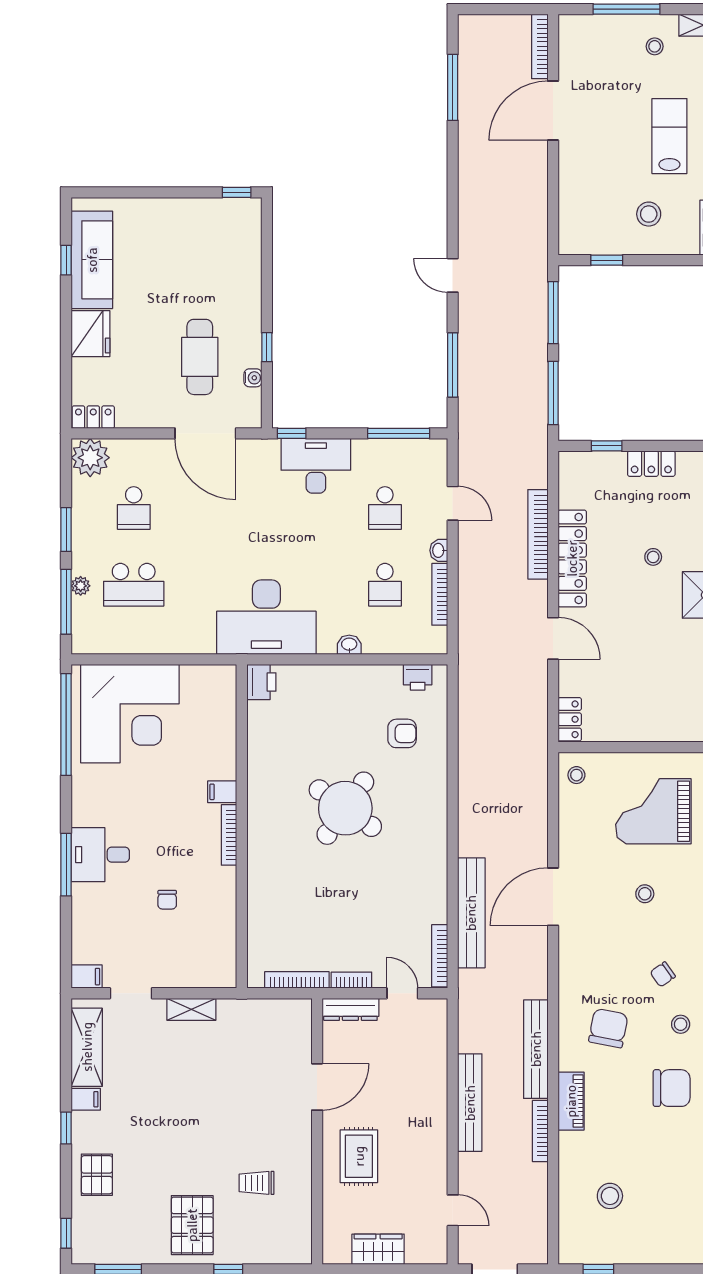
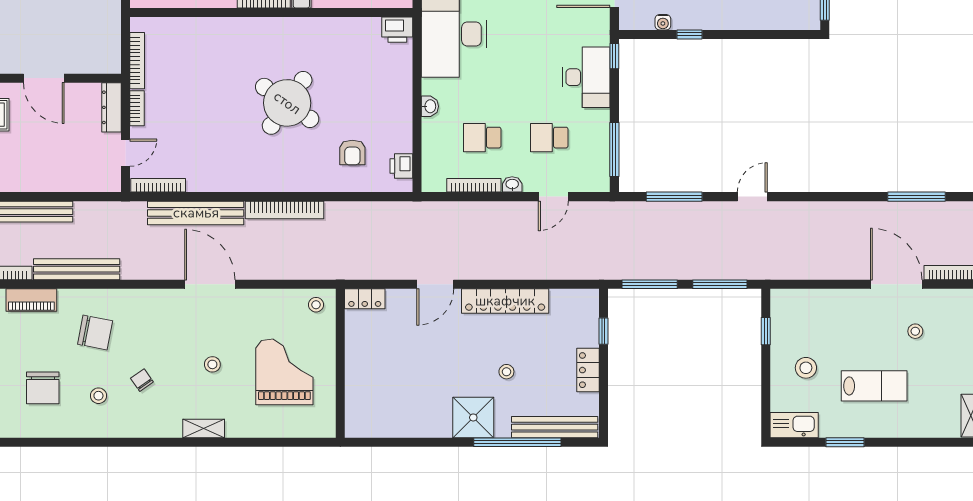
stool: (655, 46) -> (915, 331), moved
bookcase: (538, 534) -> (285, 210), moved, turned 180

